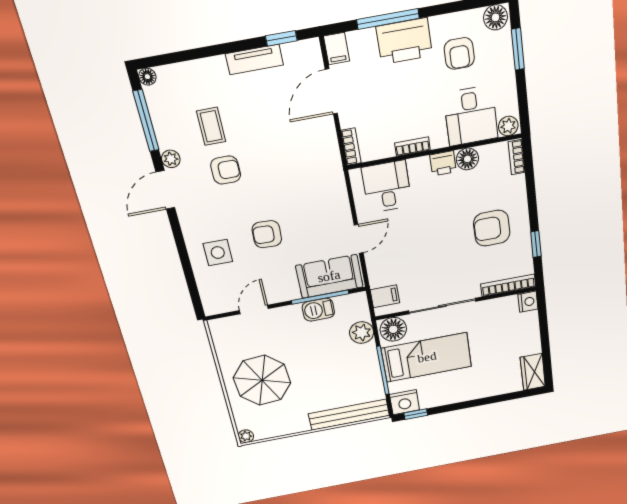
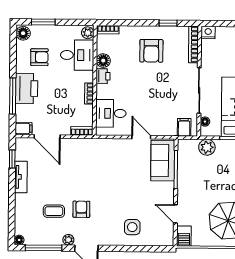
armchair: (267, 234) -> (126, 194), removed
barbecue: (318, 310) -> (184, 236), moved
floor lamp: (393, 329) -> (205, 122), width x0.53, depth x0.53

